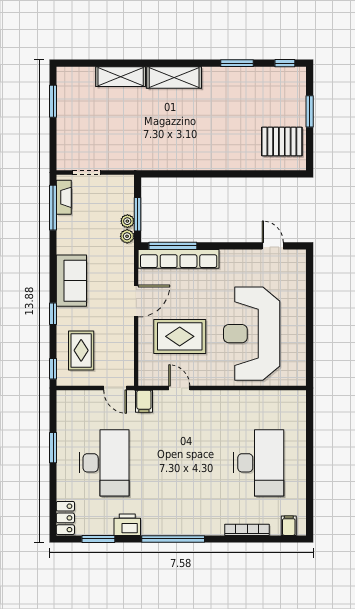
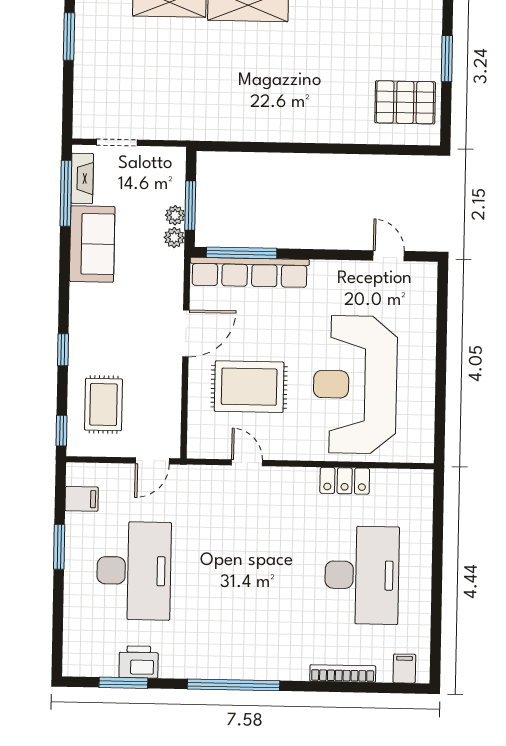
sofa: (71, 281) -> (92, 244), moved
door: (115, 388) -> (152, 461), hinge flipped
filing cabinet: (144, 401) -> (82, 499), moved, turned -90
locker: (65, 518) -> (345, 481), moved, turned 90
printer: (127, 525) -> (139, 662), moved

